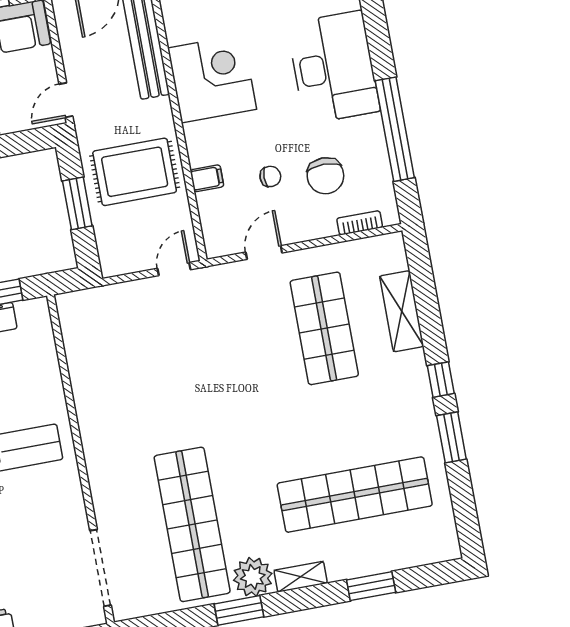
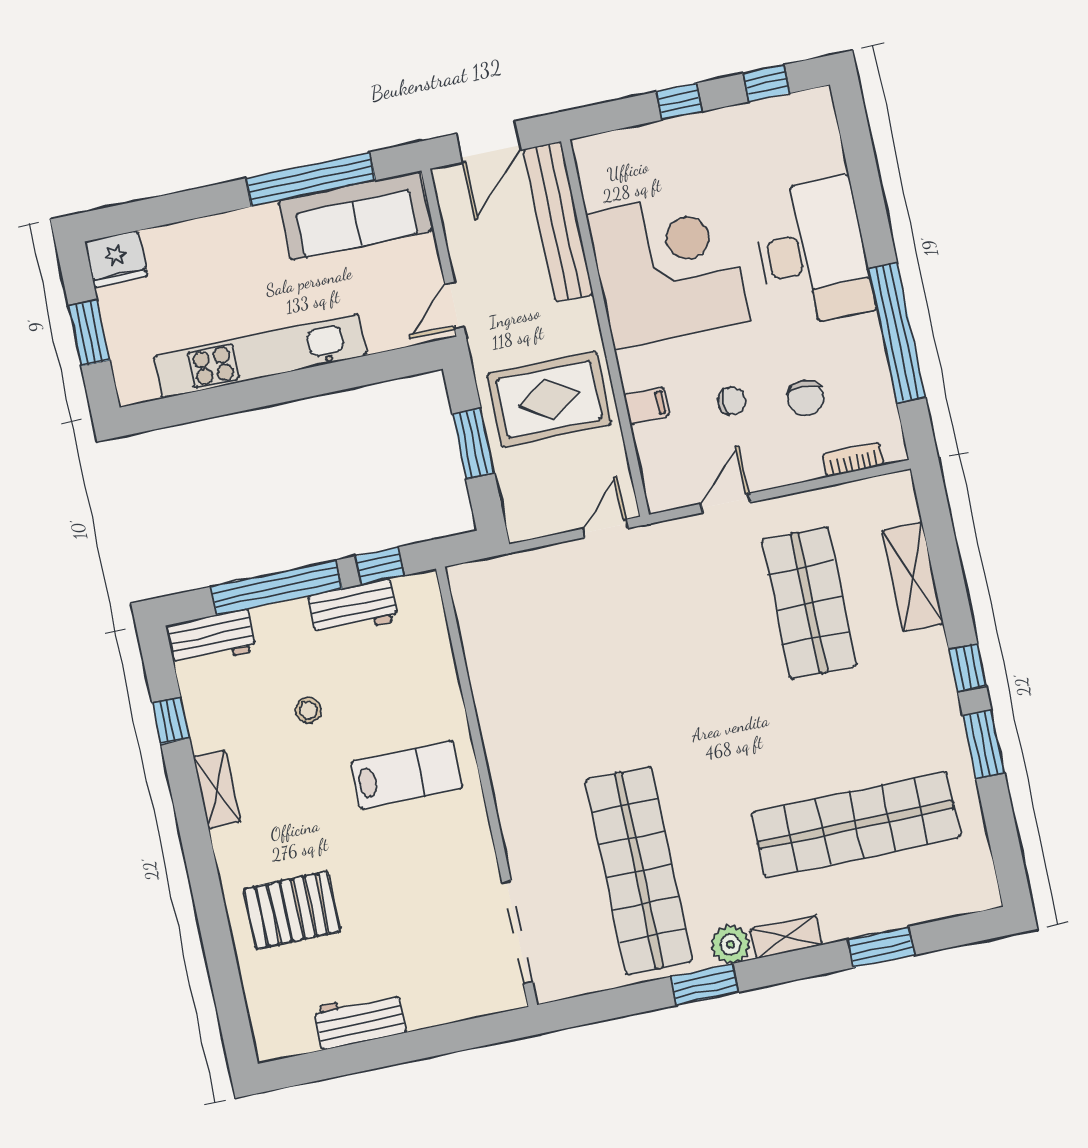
corner desk: (212, 79) -> (668, 268), width x1.36, depth x1.36
chair: (325, 176) -> (805, 398), width x0.73, depth x0.73
plant: (253, 577) -> (730, 944), width x0.73, depth x0.73

